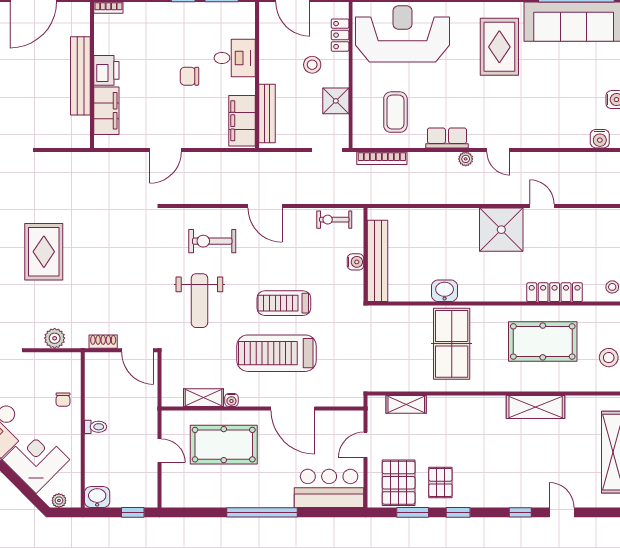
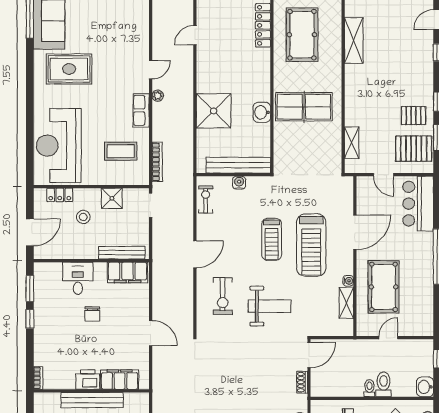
exercise bike: (334, 220) -> (206, 199), turned 180
shower: (501, 230) -> (214, 111), moved
toilet: (100, 445) -> (384, 384), added

